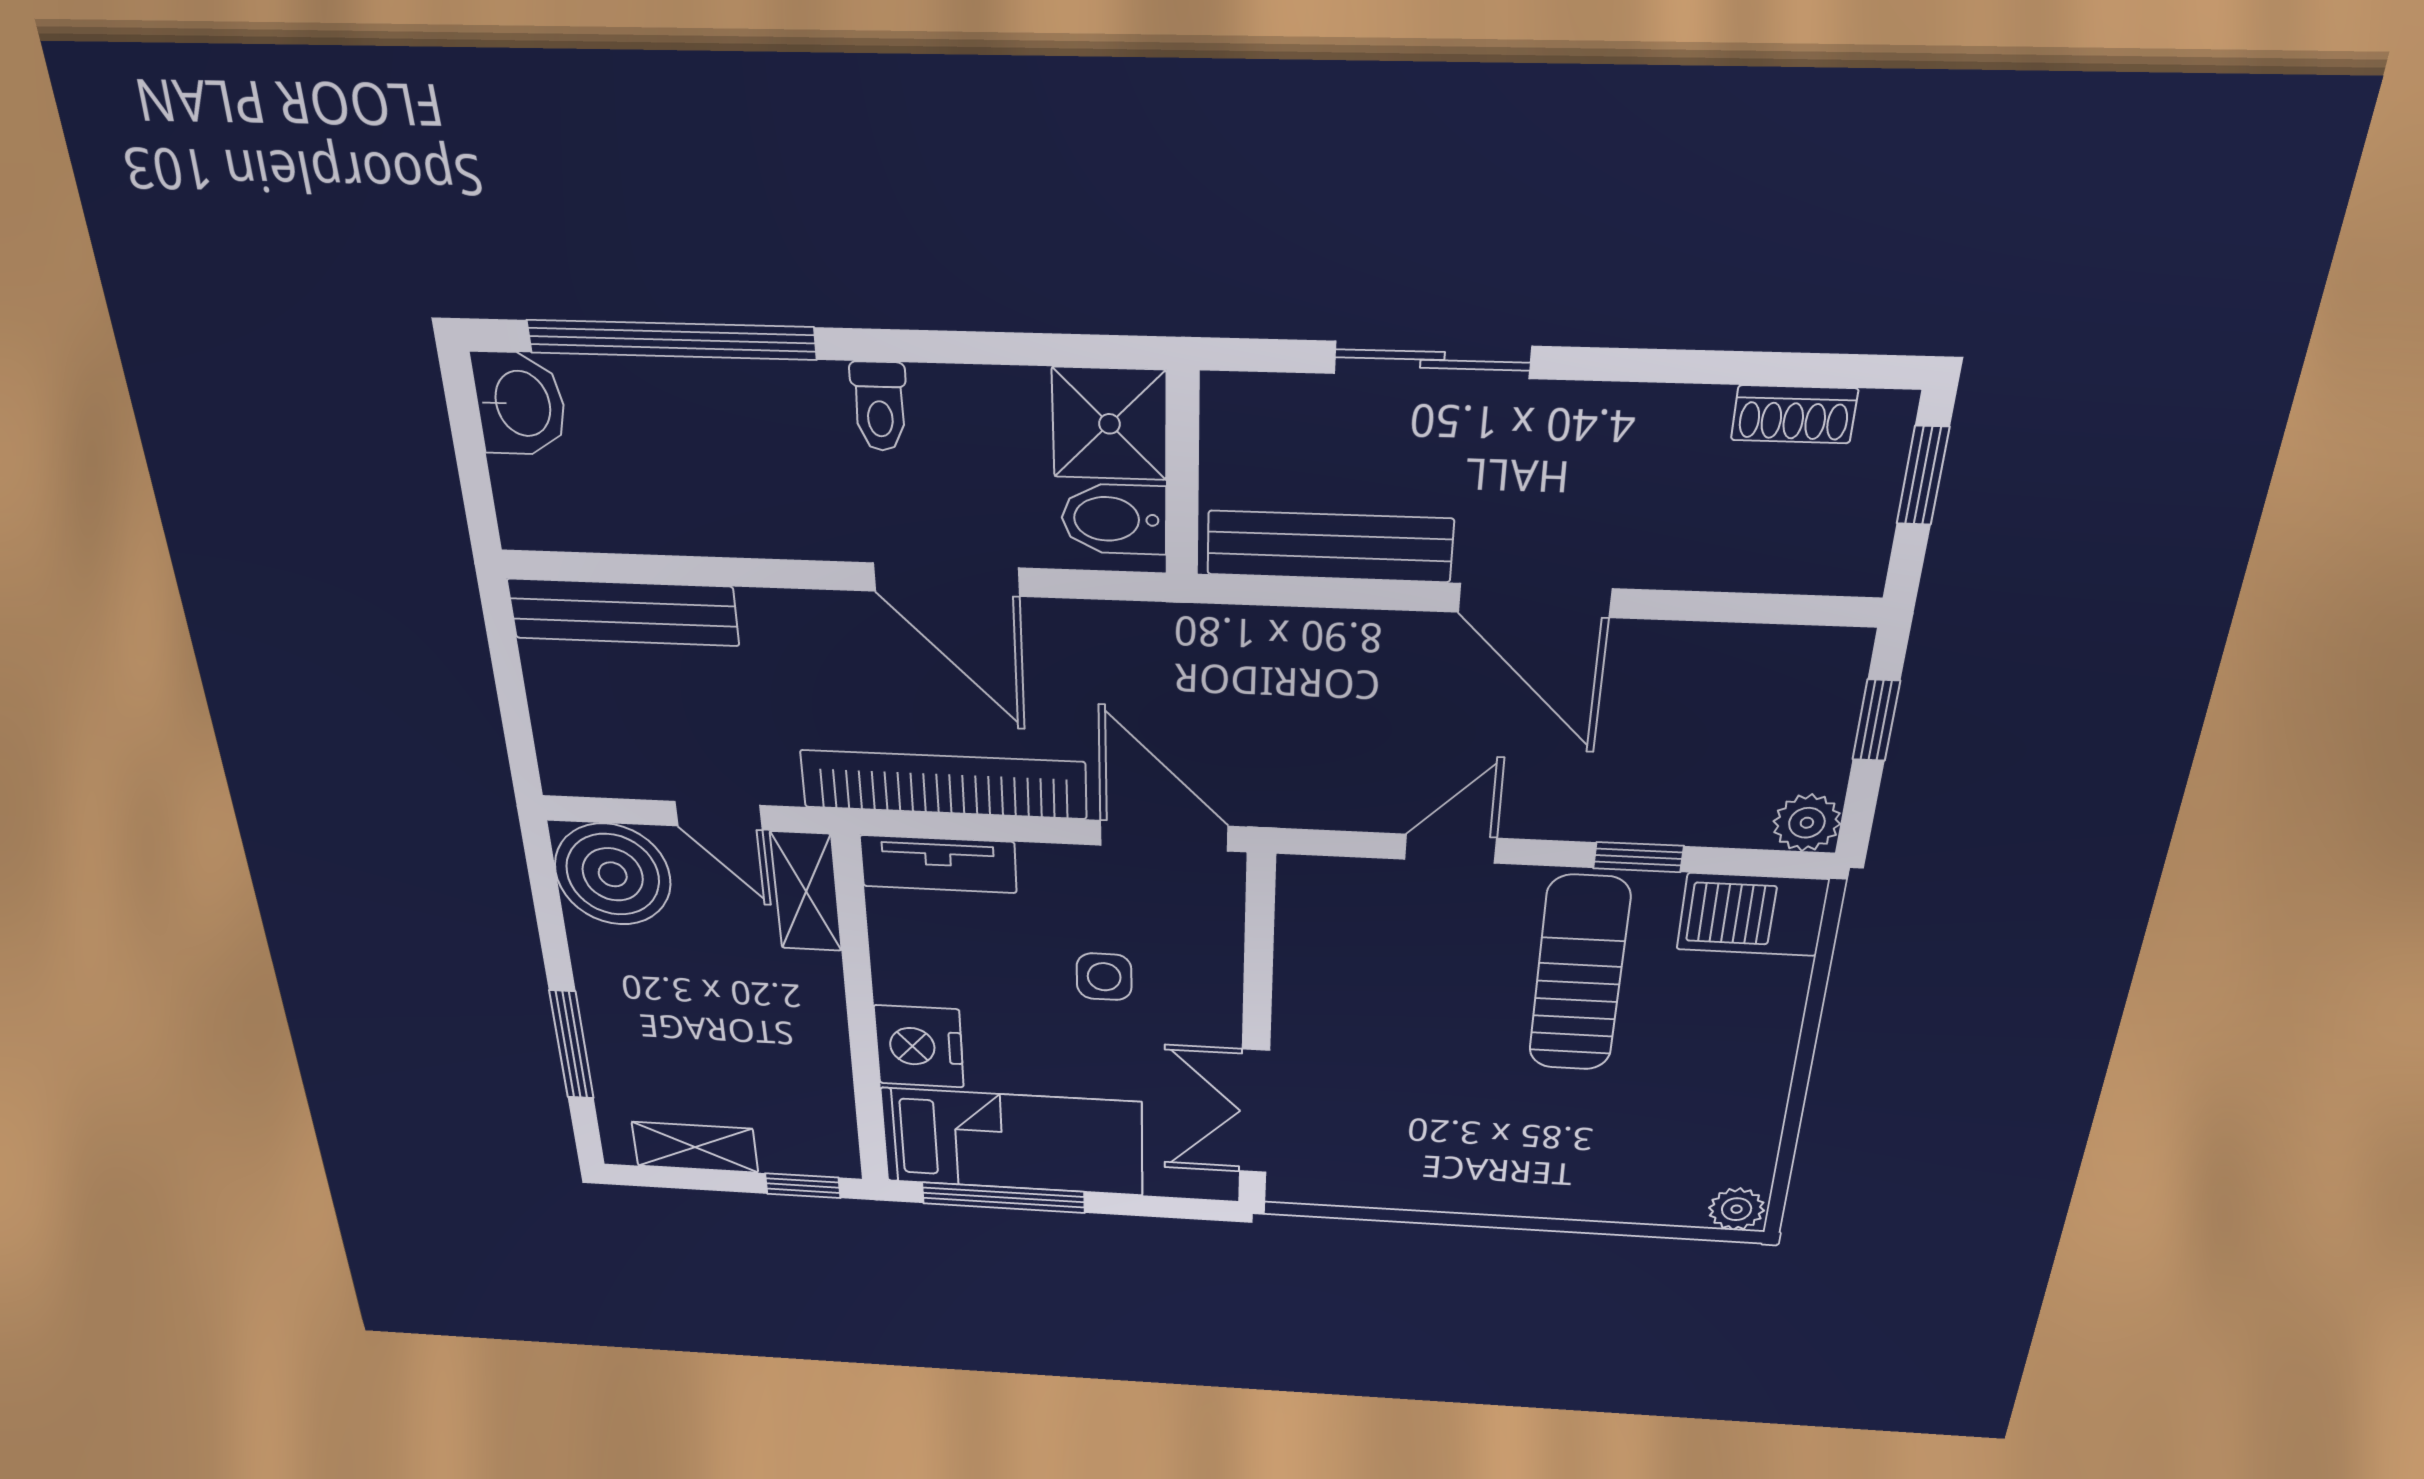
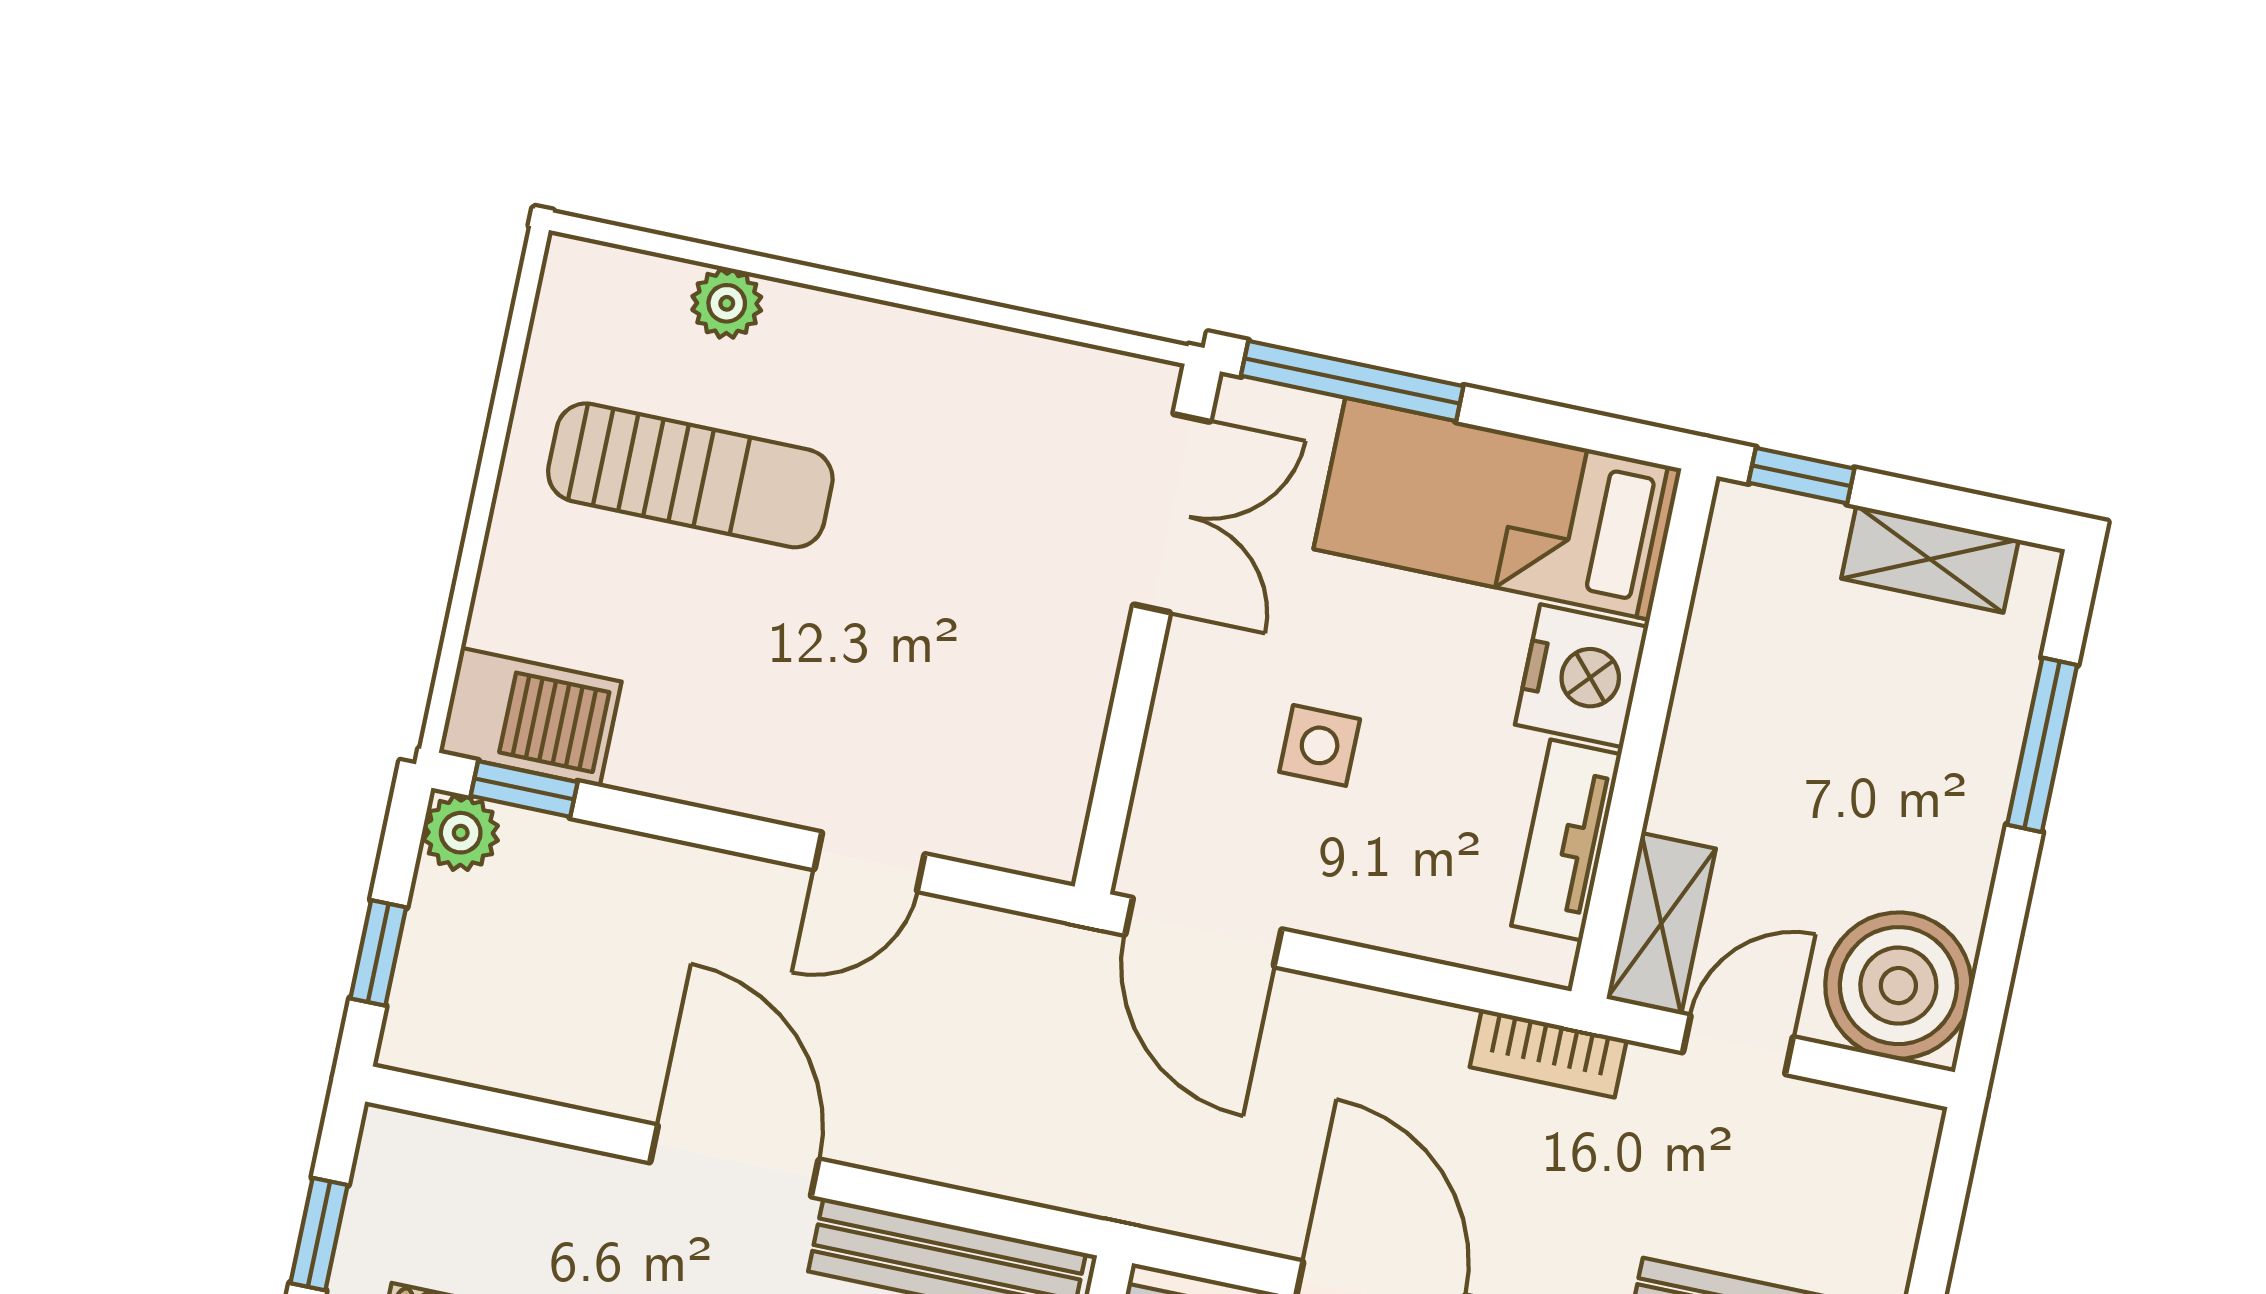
bookcase: (944, 785) -> (1548, 1053), width x0.43, depth x0.76
door: (719, 816) -> (1738, 1045), hinge flipped
window: (1638, 857) -> (524, 789), moved
tv unit: (938, 864) -> (1566, 840), moved, turned -90
sun lounger: (1579, 974) -> (690, 475), moved, turned -90
window: (1003, 1198) -> (1352, 381), moved
plant: (1737, 1209) -> (727, 303), moved

